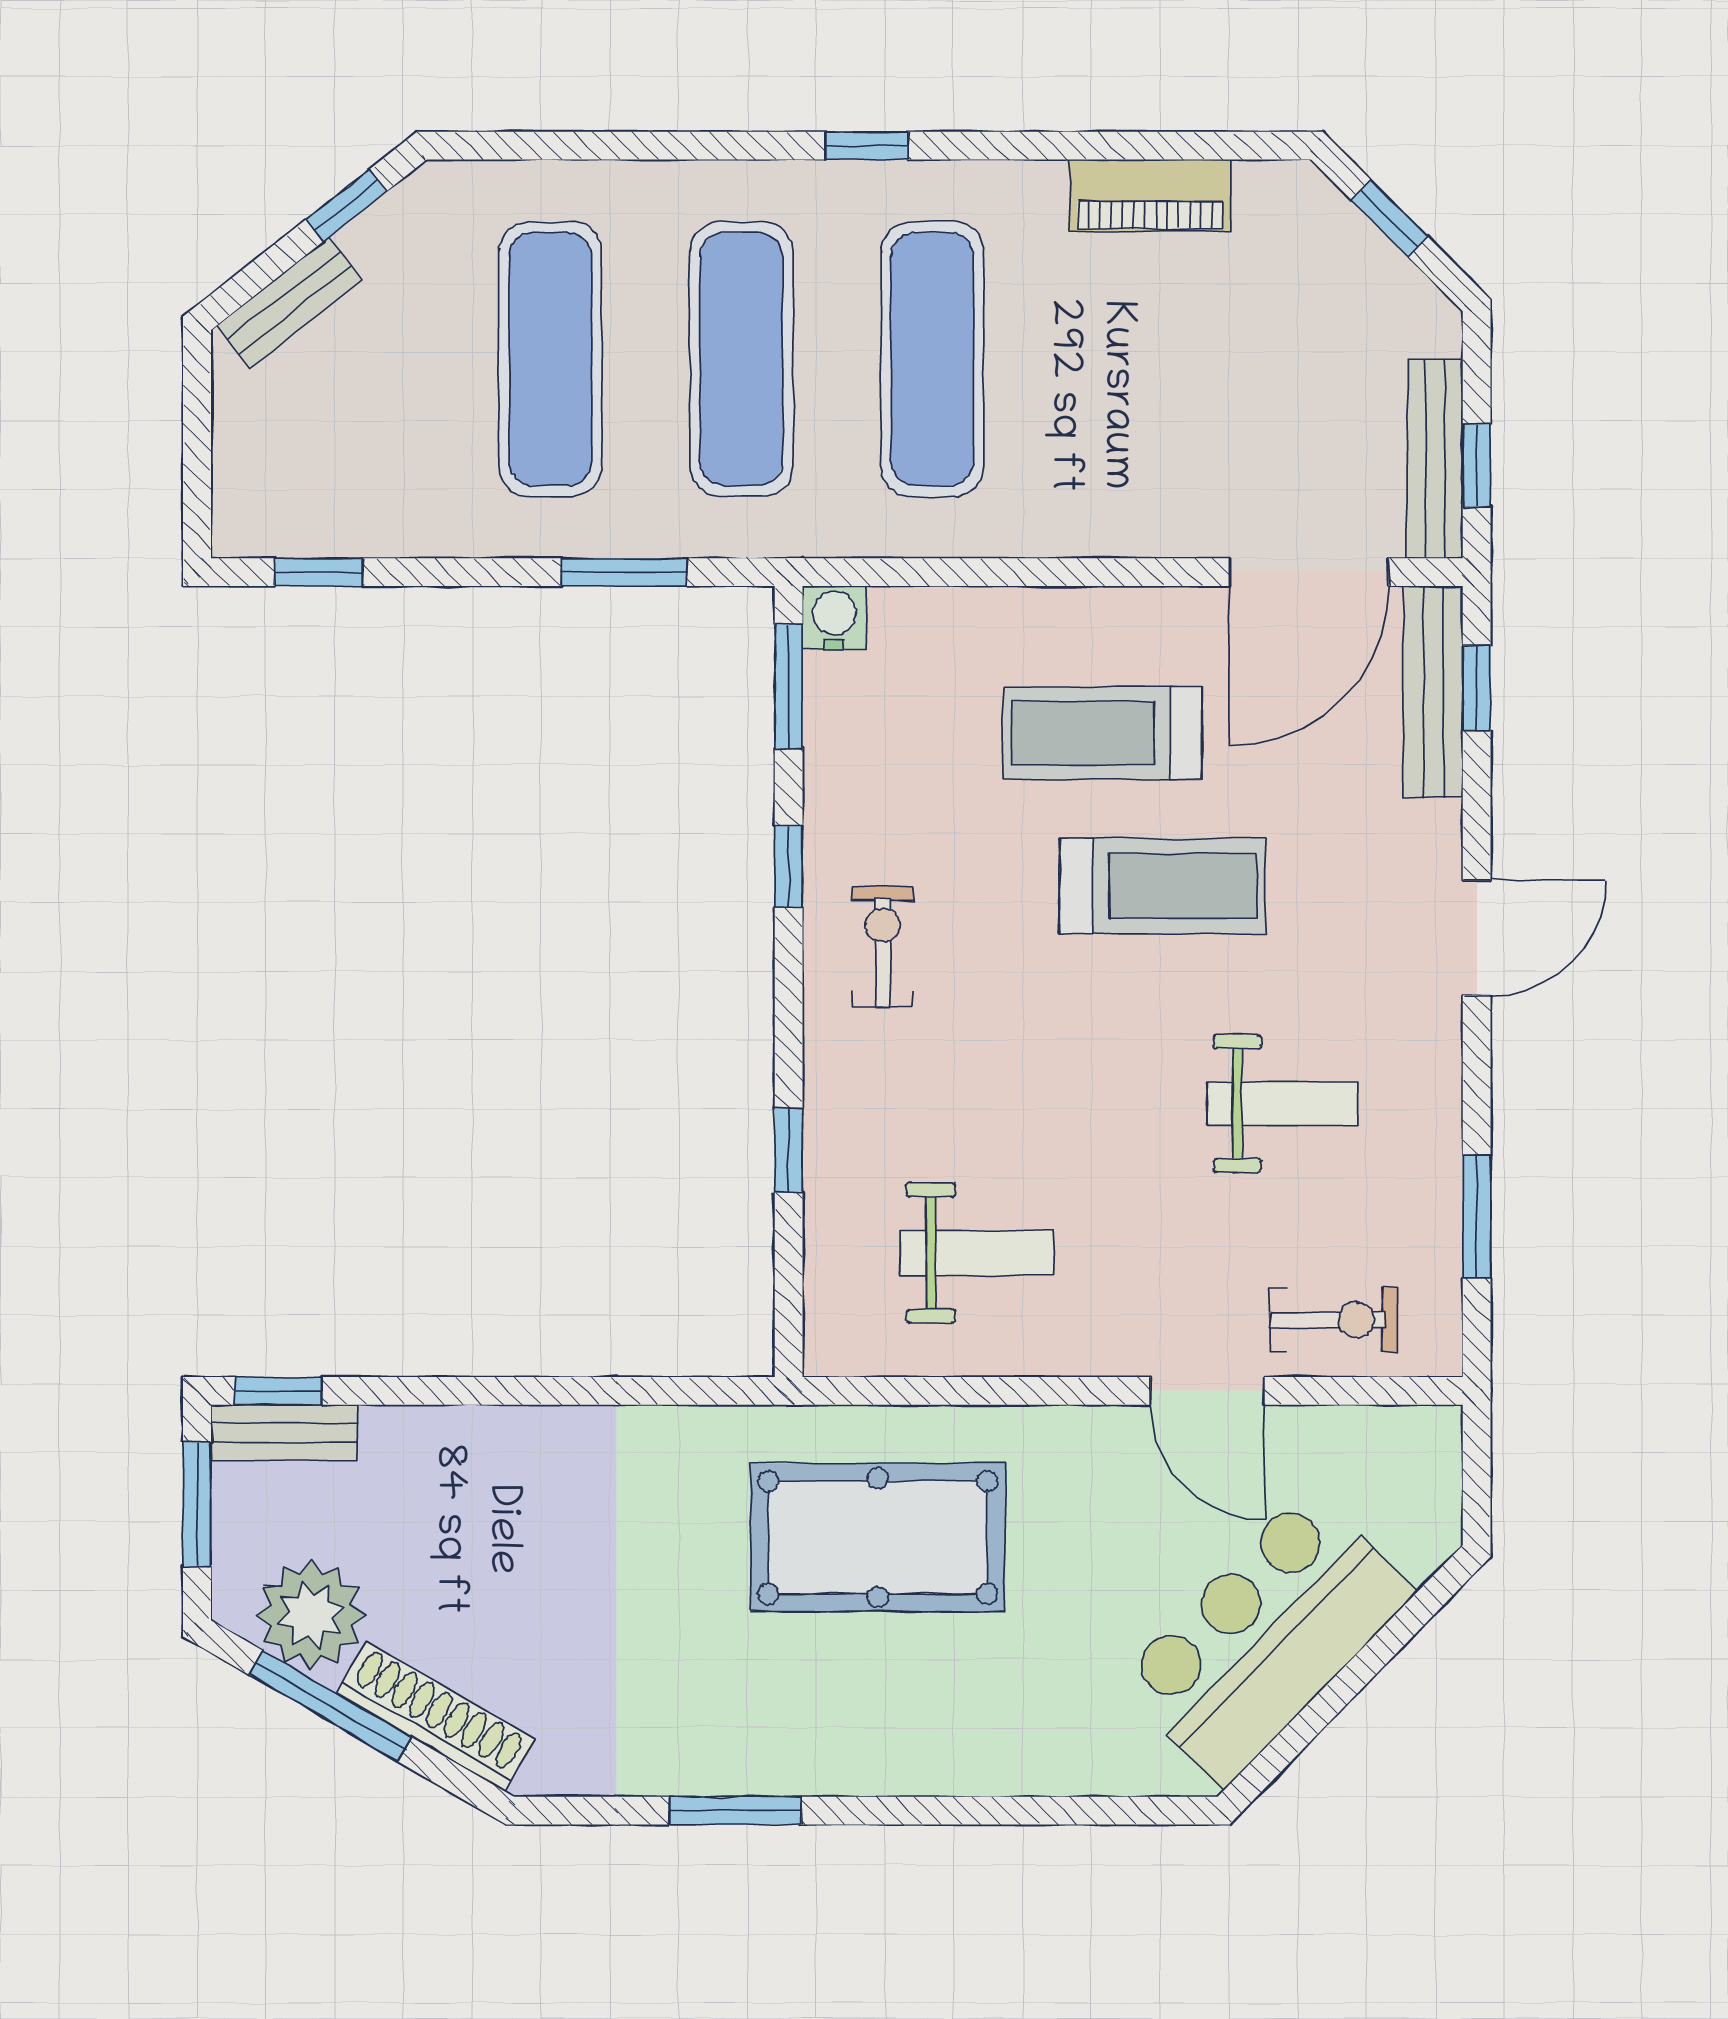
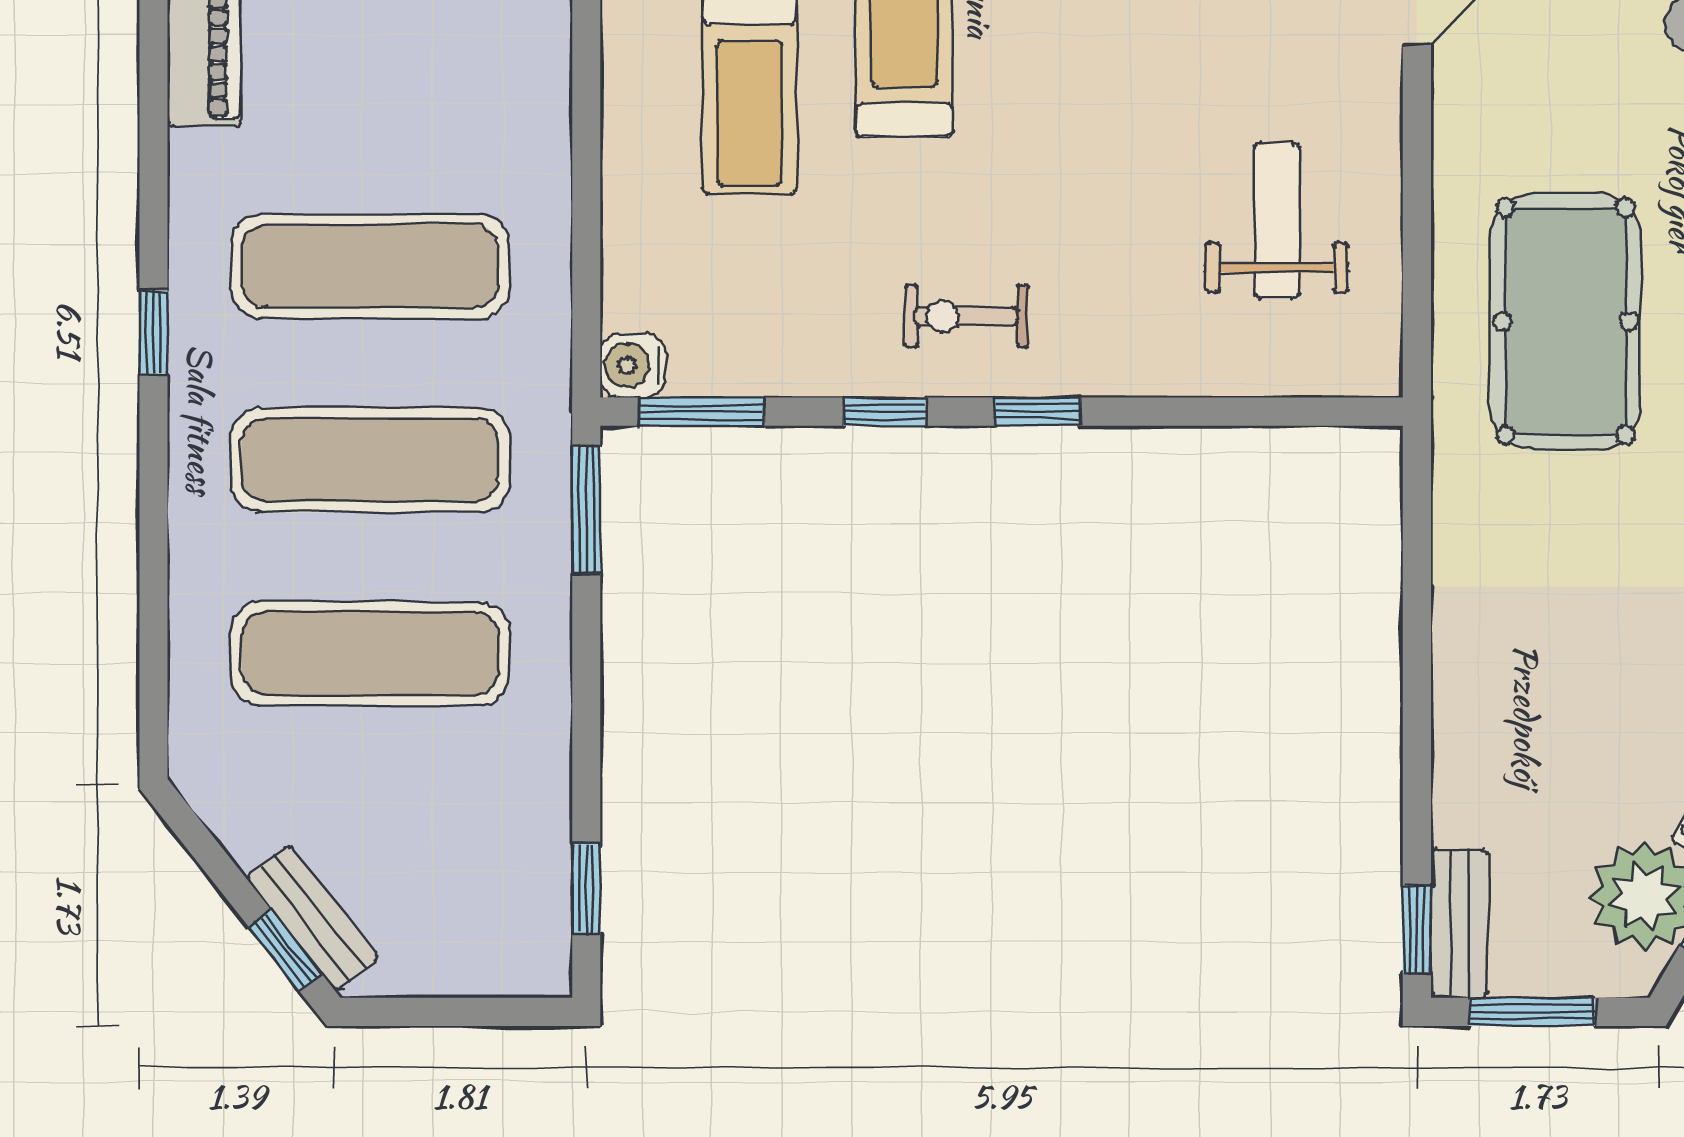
window: (347, 205) -> (285, 950), moved
window: (624, 572) -> (586, 509), moved
window: (789, 1150) -> (1038, 412), moved

